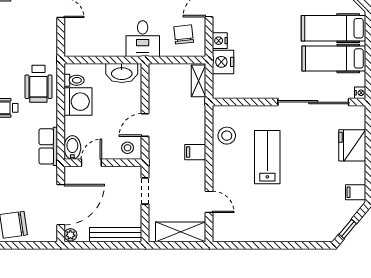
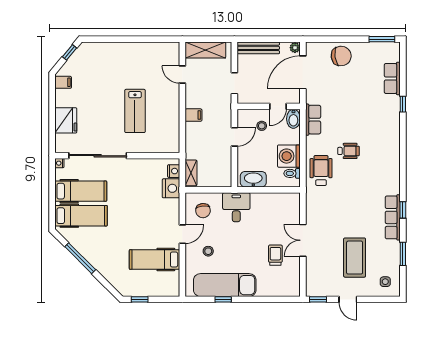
nightstand: (220, 41) -> (174, 171), moved
stool: (227, 136) -> (168, 128), removed
stool: (128, 148) -> (262, 126), moved

